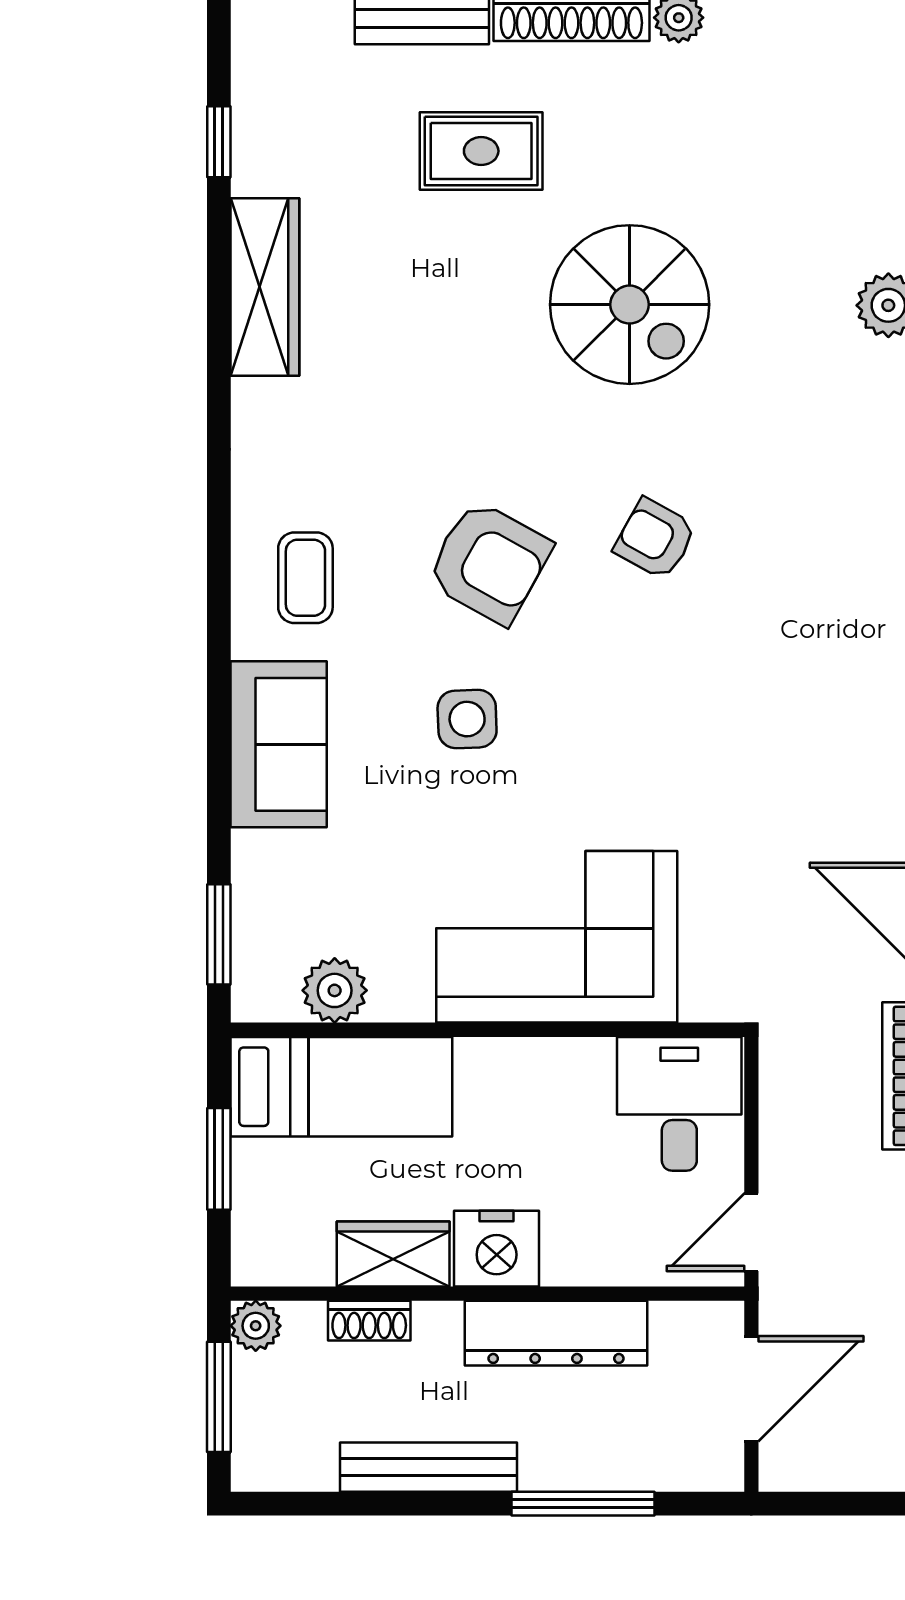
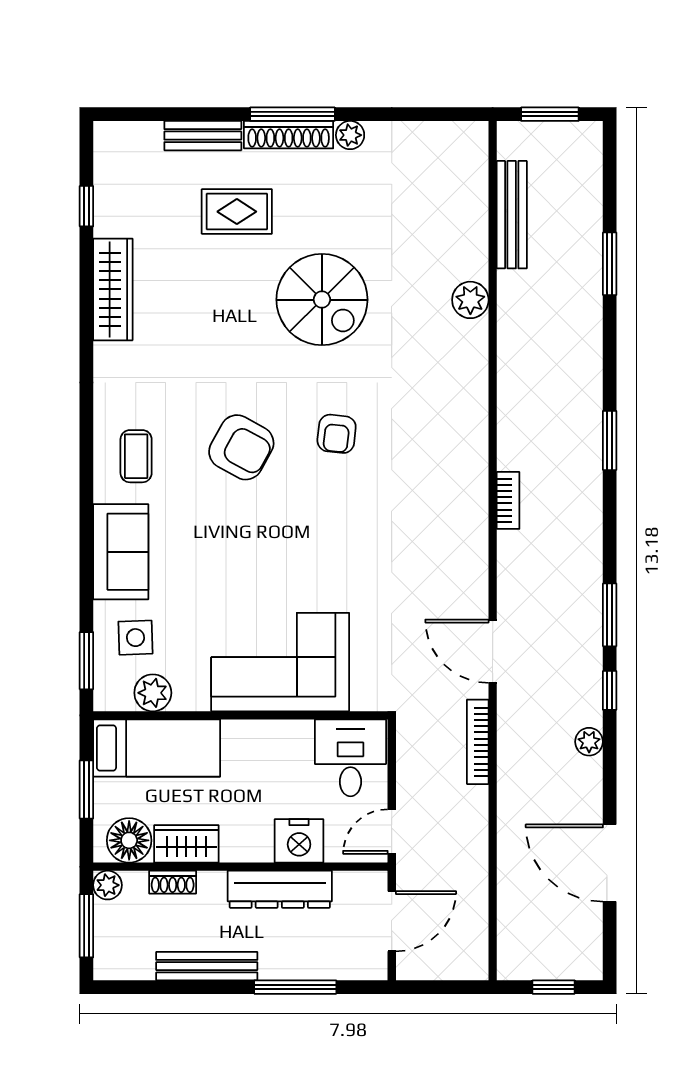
armchair: (655, 539) -> (337, 434), turned -113
side table: (467, 719) -> (135, 638), moved
floor lamp: (293, 1248) -> (129, 840), added
nightstand: (497, 1249) -> (299, 841), moved

